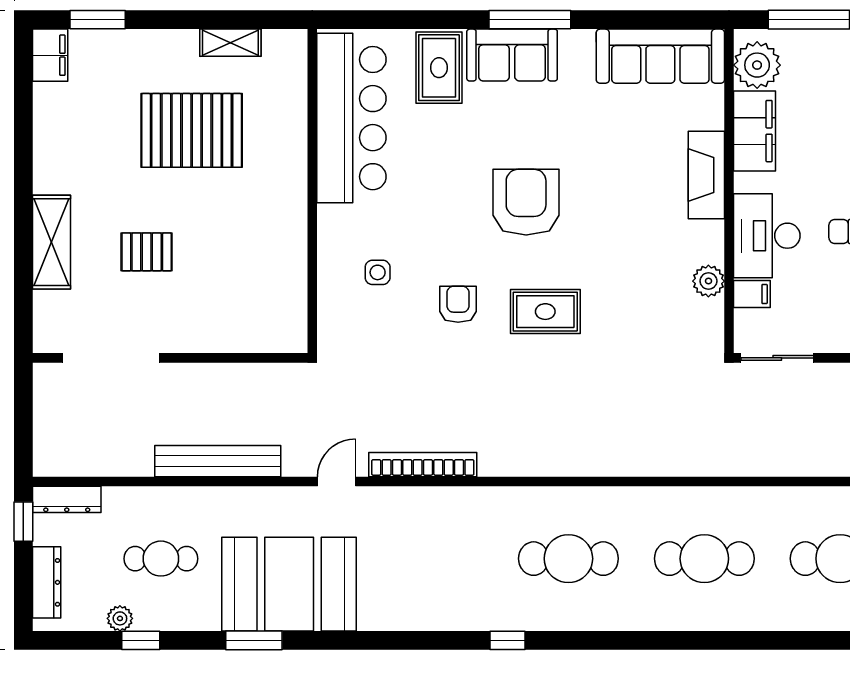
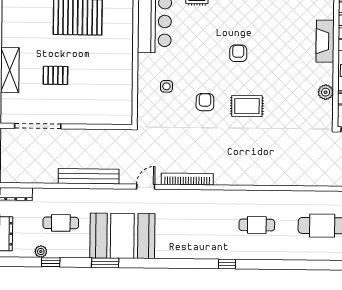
armchair: (526, 202) -> (238, 53), width x0.53, depth x0.53
cafe table: (568, 559) -> (257, 225), width x0.73, depth x0.74

